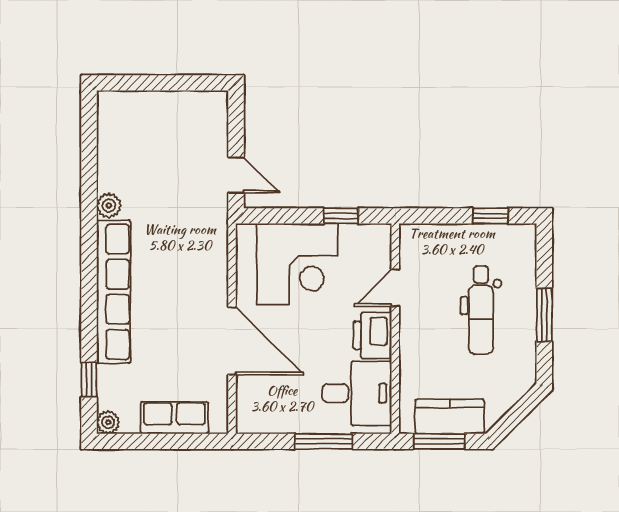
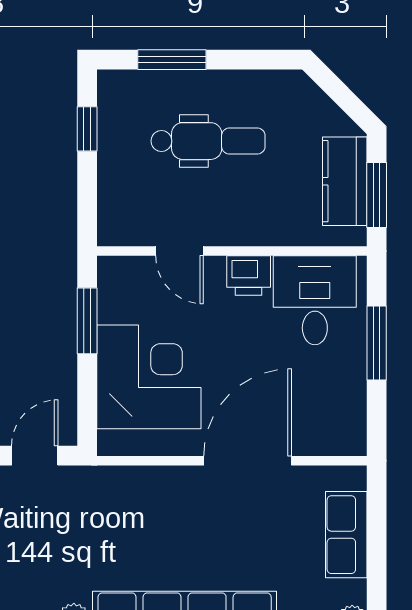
window: (341, 216) -> (87, 321), width x1.50
window: (544, 315) -> (172, 60), moved
printer: (373, 335) -> (249, 276), width x0.73, depth x0.81

